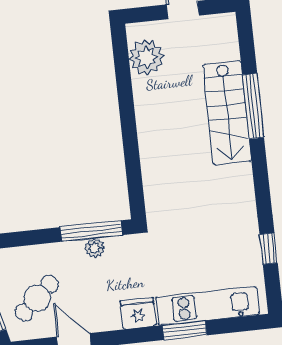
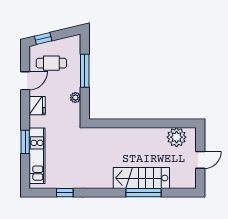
window: (91, 231) -> (85, 71), moved
cafe table: (37, 298) -> (51, 63), turned -48
fridge: (138, 313) -> (37, 106), moved

